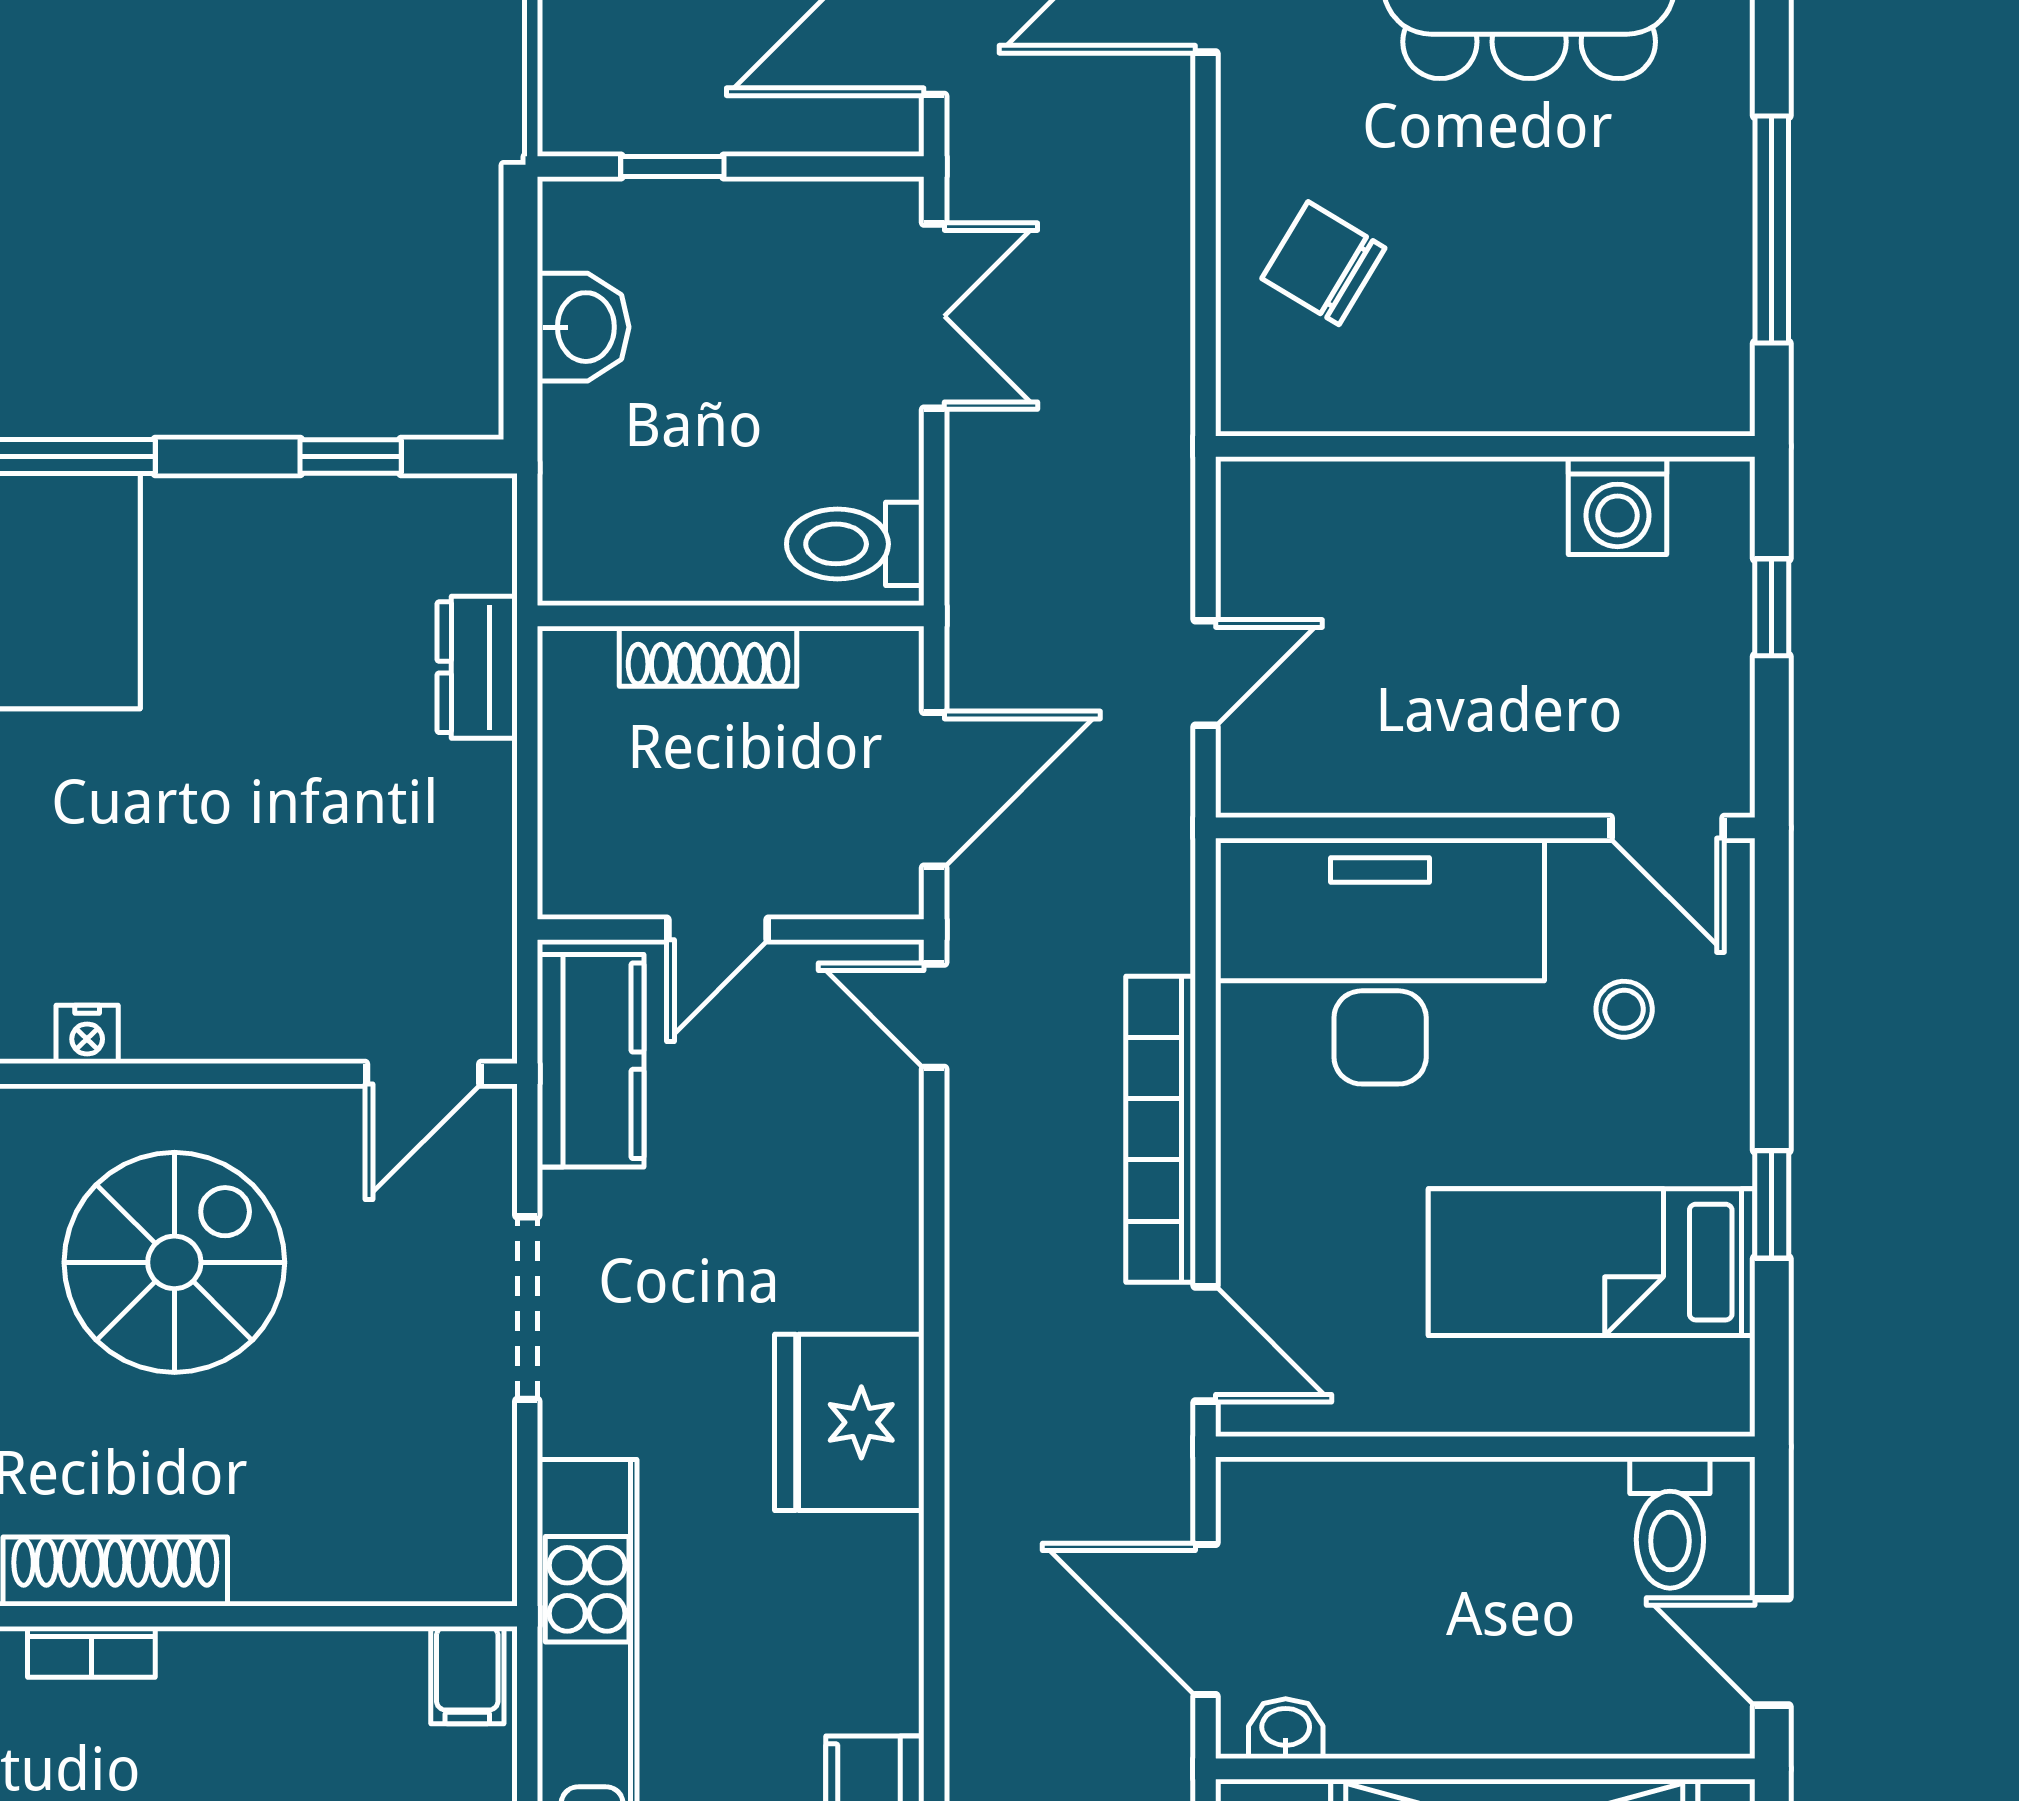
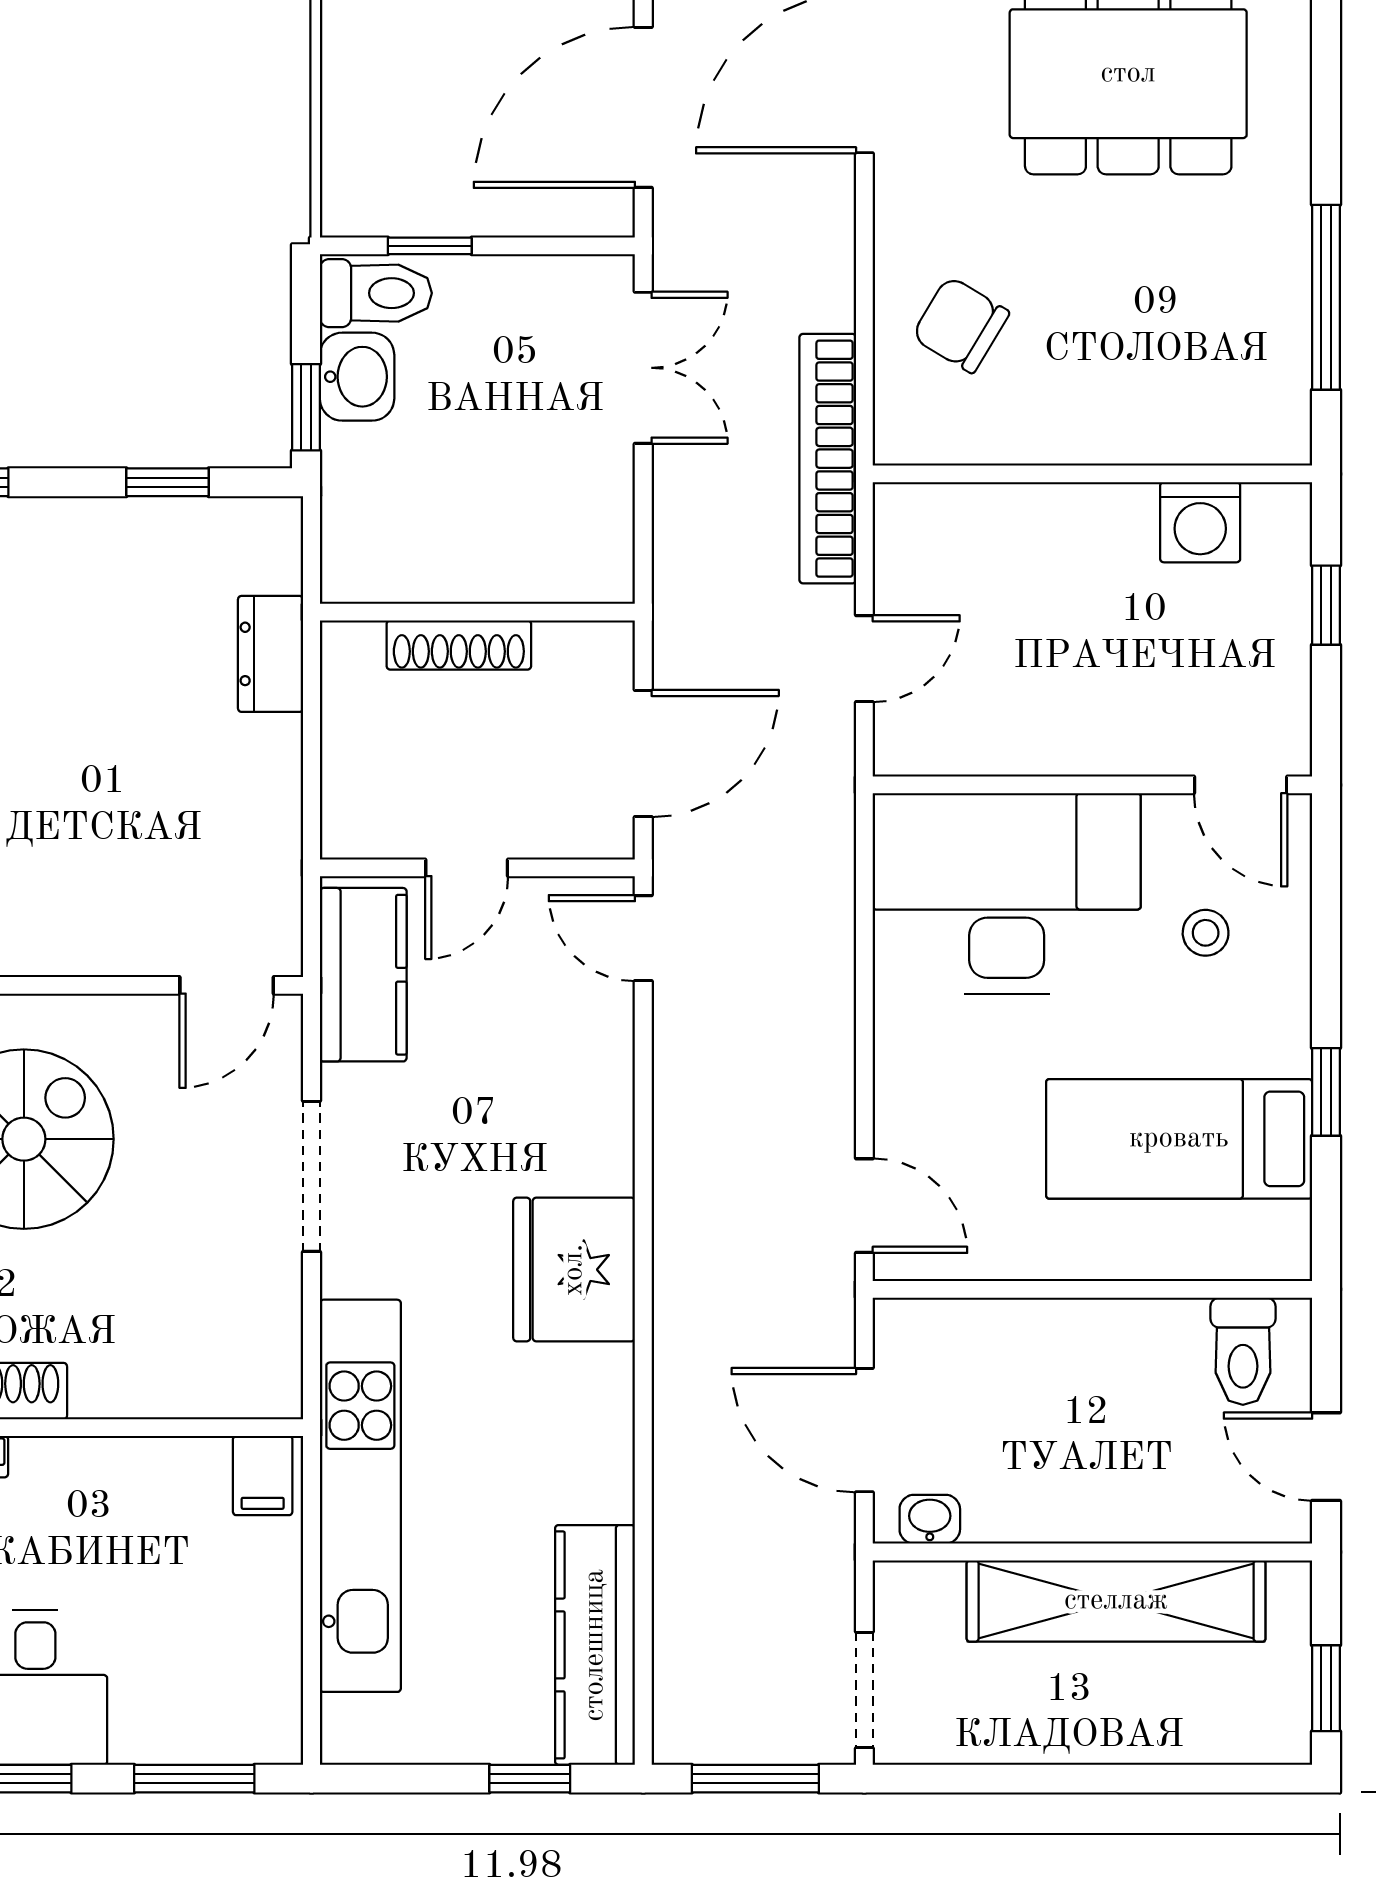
window: (520, 364) -> (306, 407), added
toilet: (855, 544) -> (376, 293), moved, turned 180
bookcase: (1161, 1129) -> (828, 459), moved

